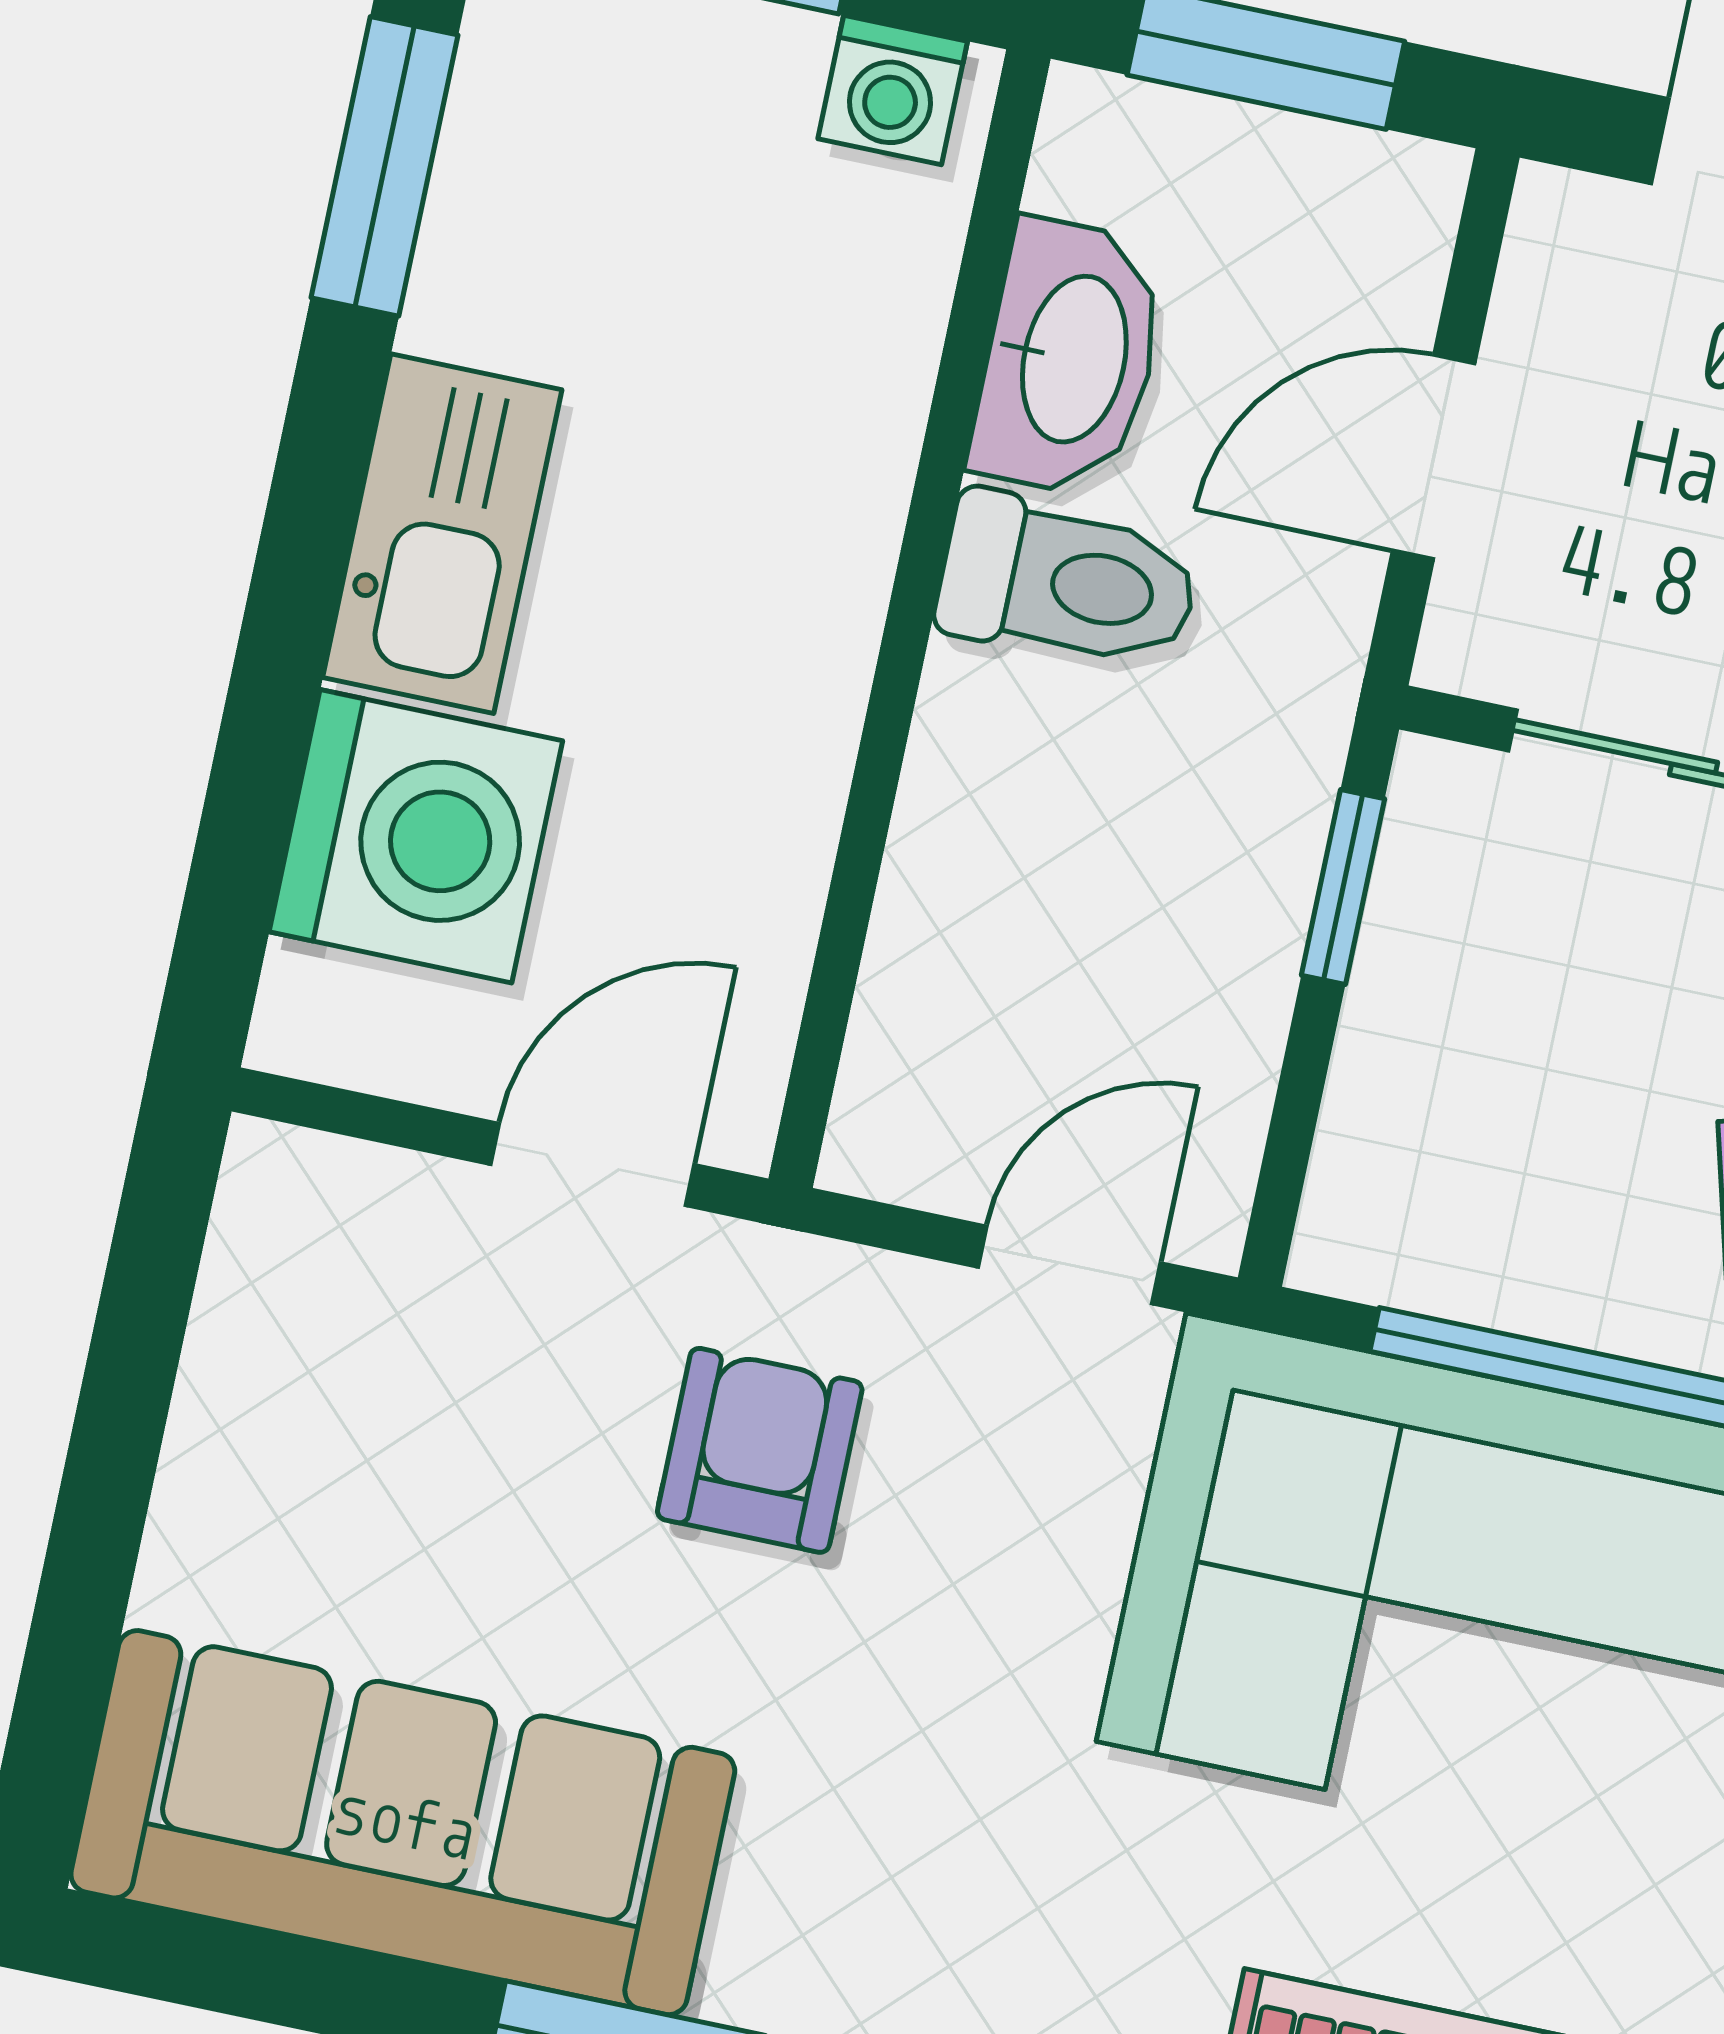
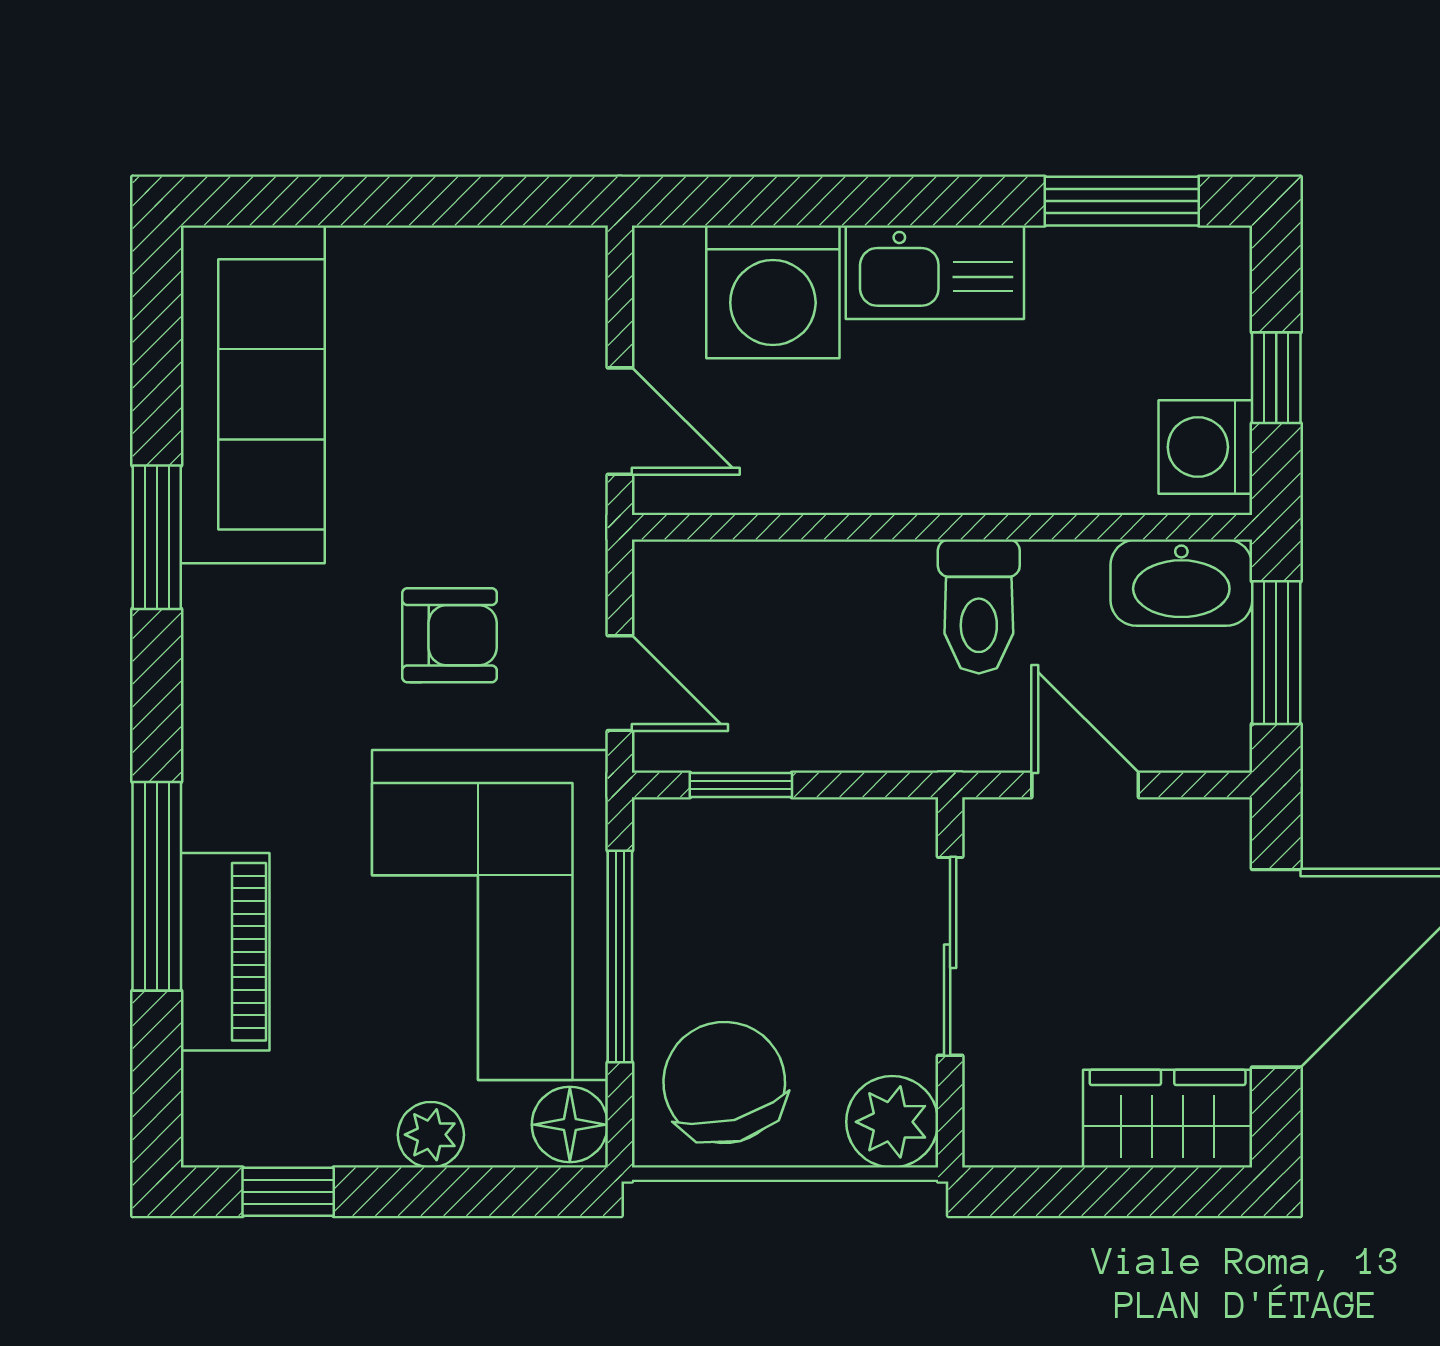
washing machine: (893, 90) -> (1205, 447), width x1.38, depth x1.38
washbasin: (1070, 358) -> (1181, 583), moved
window: (1343, 887) -> (741, 785), moved
armchair: (760, 1450) -> (449, 635), moved

